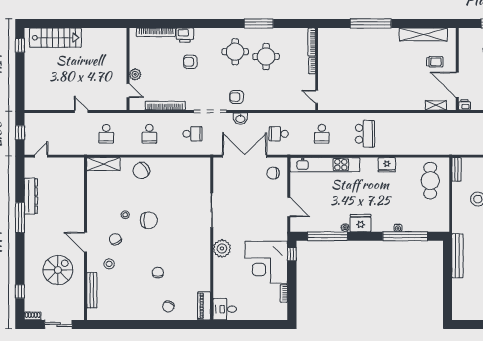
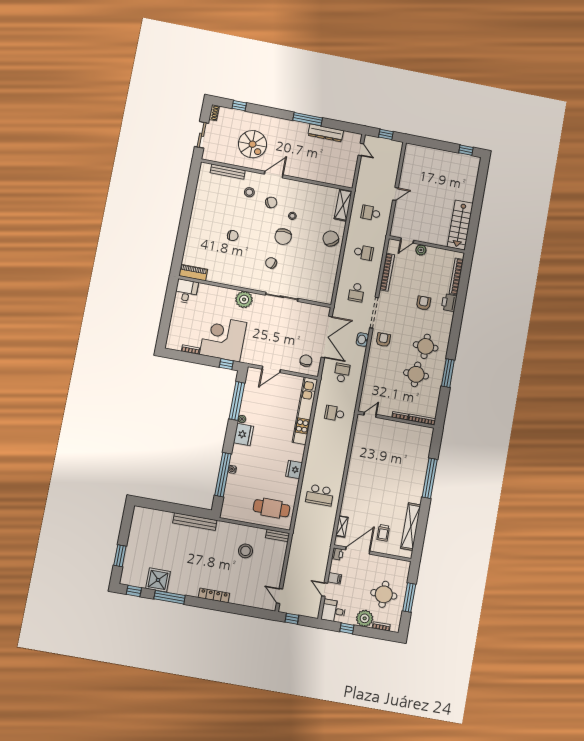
stairs: (55, 38) -> (460, 225), moved
school desk: (149, 134) -> (364, 253), turned 180
school desk: (365, 134) -> (320, 495), moved
chair: (168, 306) -> (271, 263), moved

